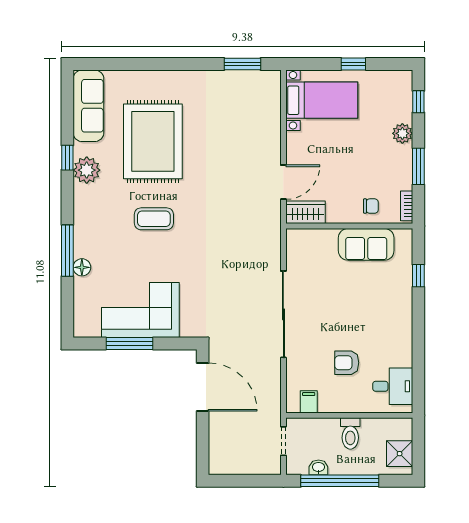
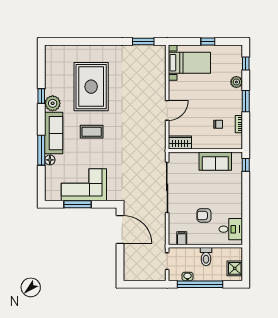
sofa: (88, 106) -> (54, 133), moved
wardrobe: (305, 212) -> (180, 142), moved
wall: (349, 226) -> (205, 150), moved
sofa: (366, 244) -> (215, 161), moved

